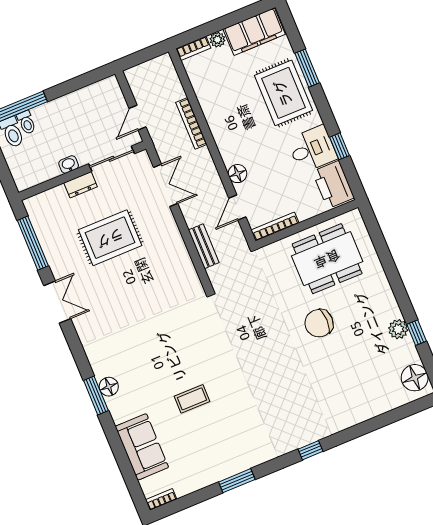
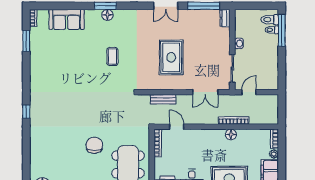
door: (138, 118) -> (249, 92), hinge flipped
floor lamp: (237, 174) -> (231, 134), moved
dresser: (81, 185) -> (225, 18), moved
rug: (110, 238) -> (171, 57), moved
coffee table: (192, 399) -> (112, 57), moved
window: (237, 481) -> (26, 41), moved

